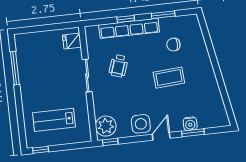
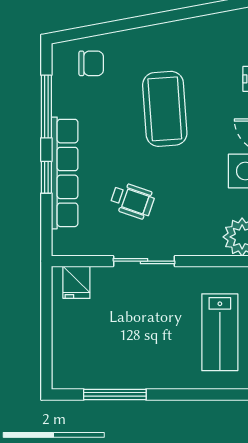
window: (163, 15) -> (46, 107), width x1.44
chair: (173, 45) -> (91, 63), moved, turned -90
coffee table: (169, 78) -> (165, 109), width x1.36, depth x1.32

